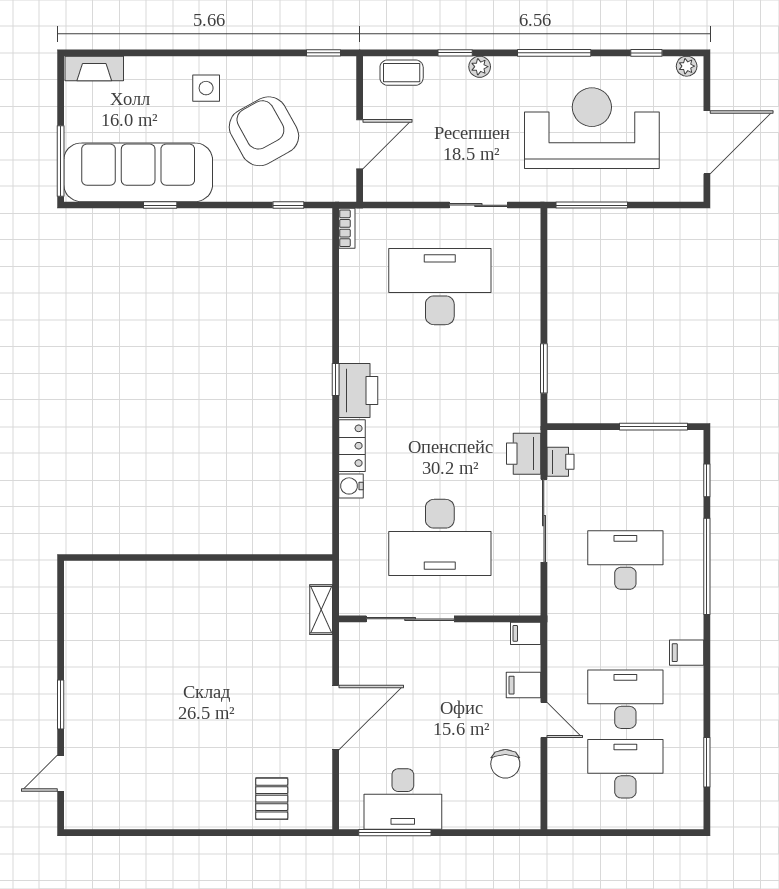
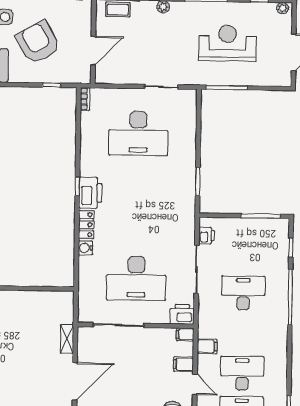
reception desk: (592, 128) -> (227, 43), width x0.74, depth x0.77
desk: (440, 287) -> (138, 133), turned 180
printer: (524, 454) -> (182, 314), moved, turned 90
shelving: (321, 610) -> (67, 339), moved
filing cabinet: (687, 653) -> (207, 347), moved, turned 180

